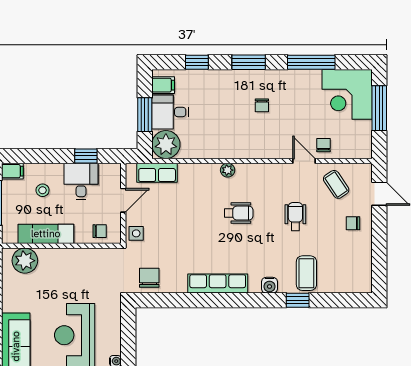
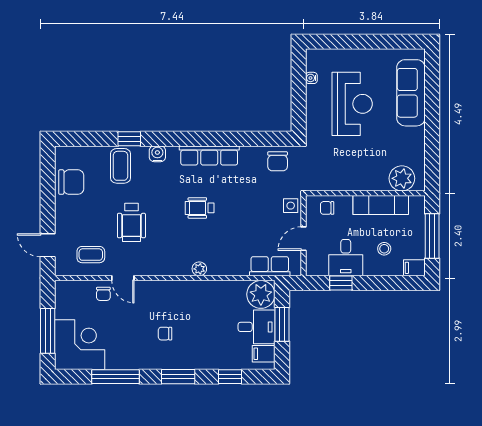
chair: (262, 105) -> (165, 334), turned -90
coffee table: (336, 184) -> (91, 255), turned -56
wheelchair: (239, 213) -> (200, 208), moved
wheelchair: (295, 217) -> (131, 222), width x1.36, depth x1.37
chair: (353, 223) -> (71, 182), moved, width x1.87, depth x1.87

